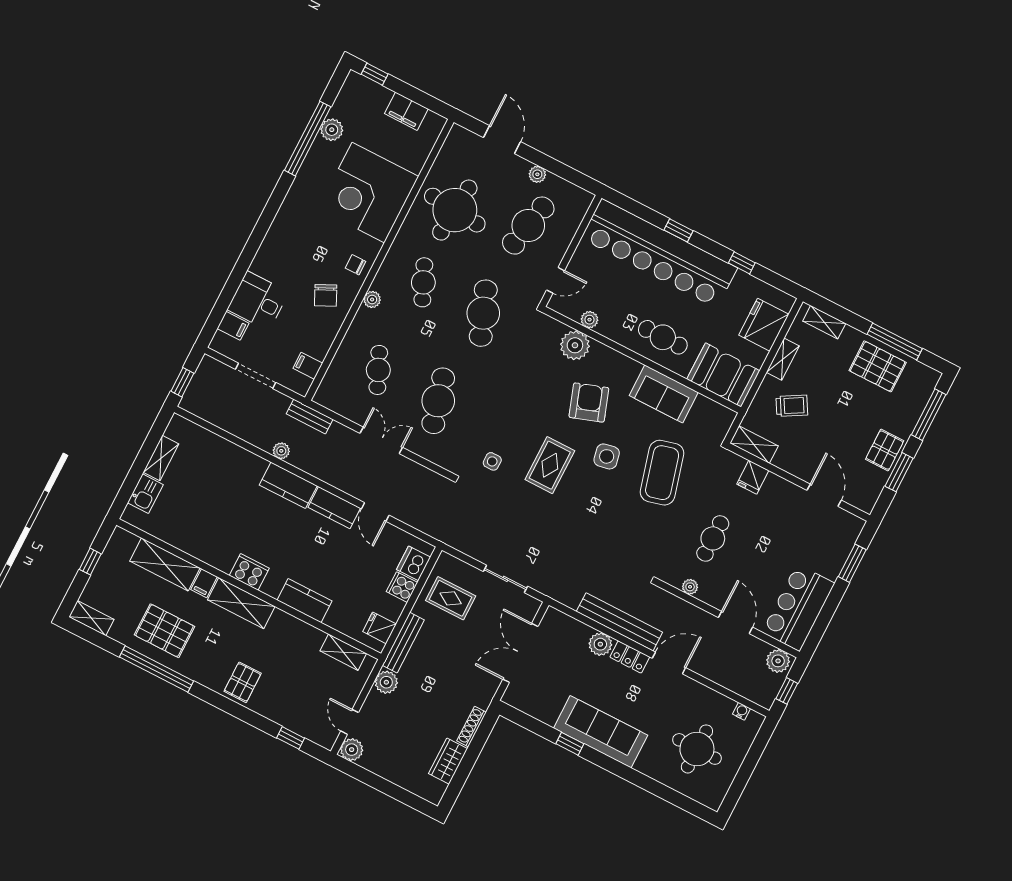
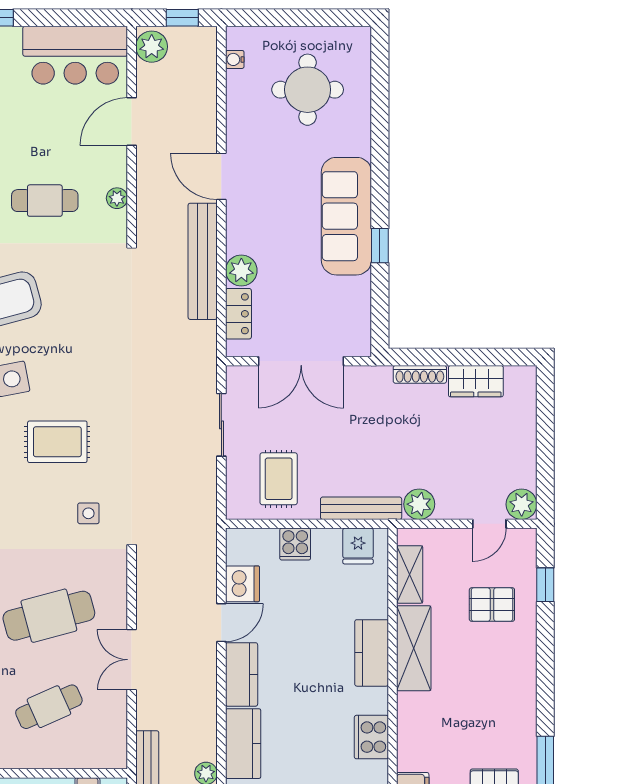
dishwasher: (414, 563) -> (243, 584), moved, turned -90
shelving: (241, 603) -> (414, 648), moved
locker: (630, 657) -> (238, 314), moved
pallet: (243, 682) -> (492, 605), moved

